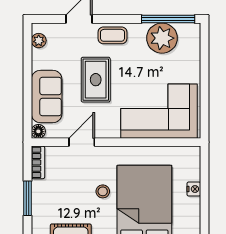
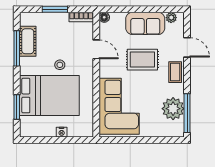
sofa: (47, 96) -> (145, 23), moved

